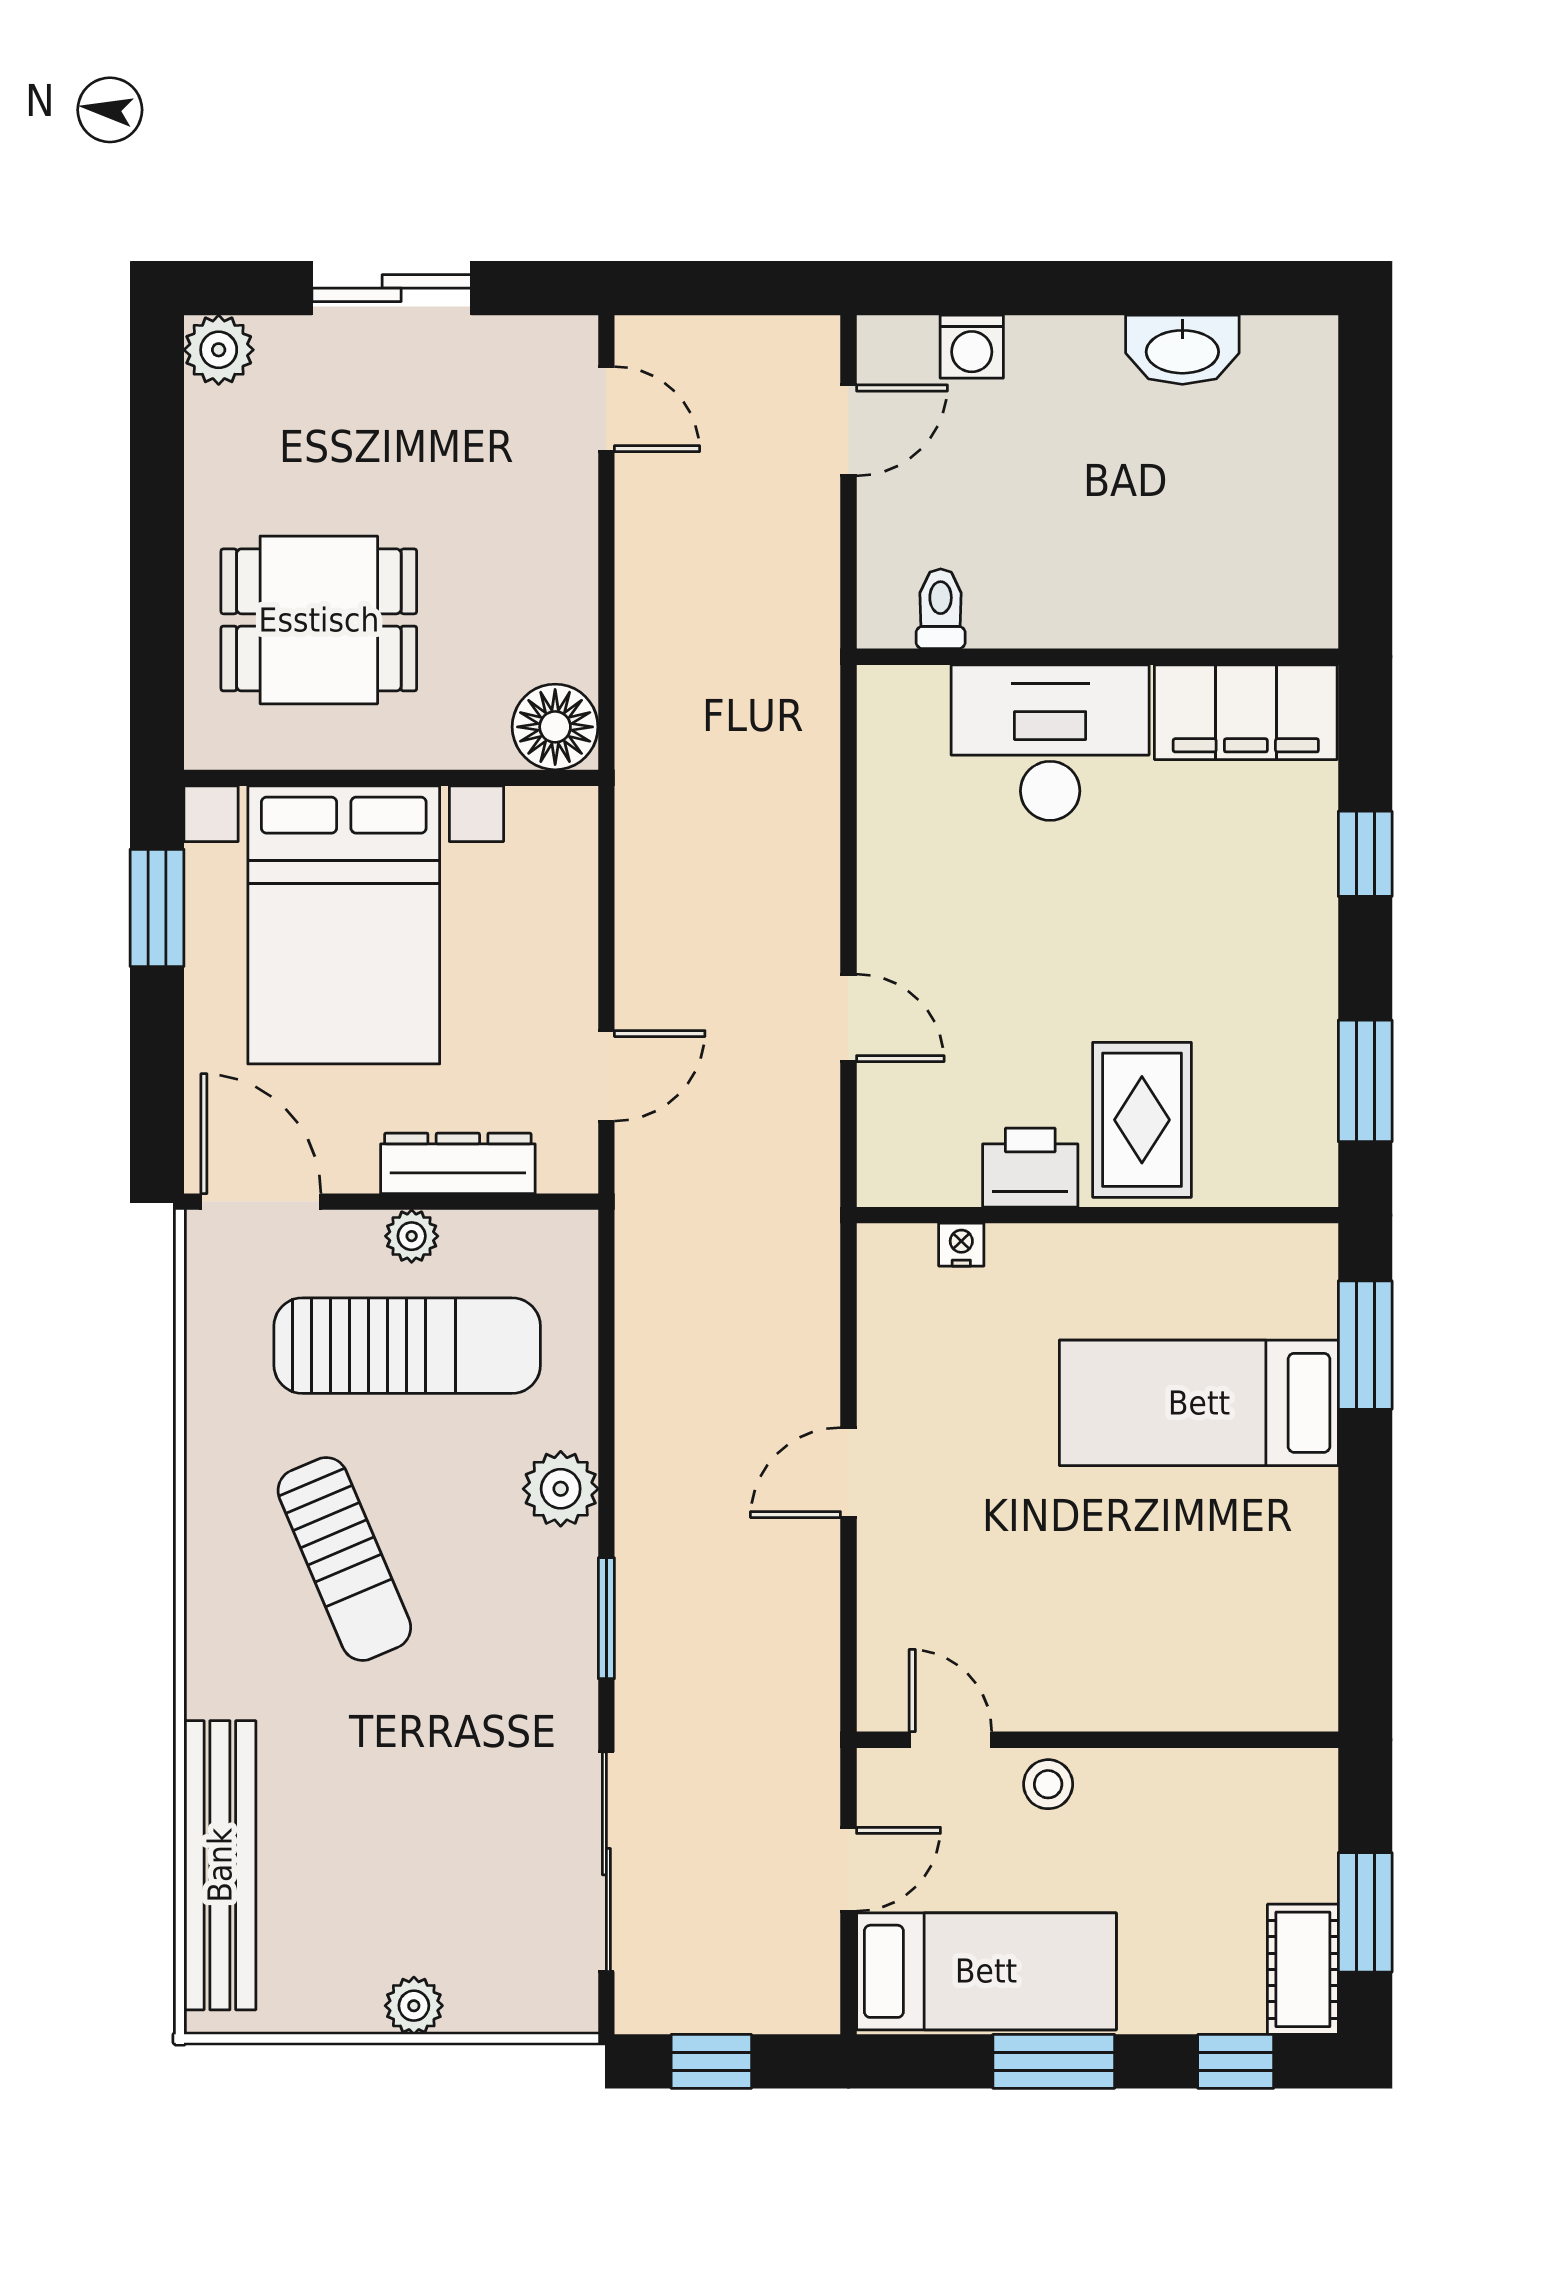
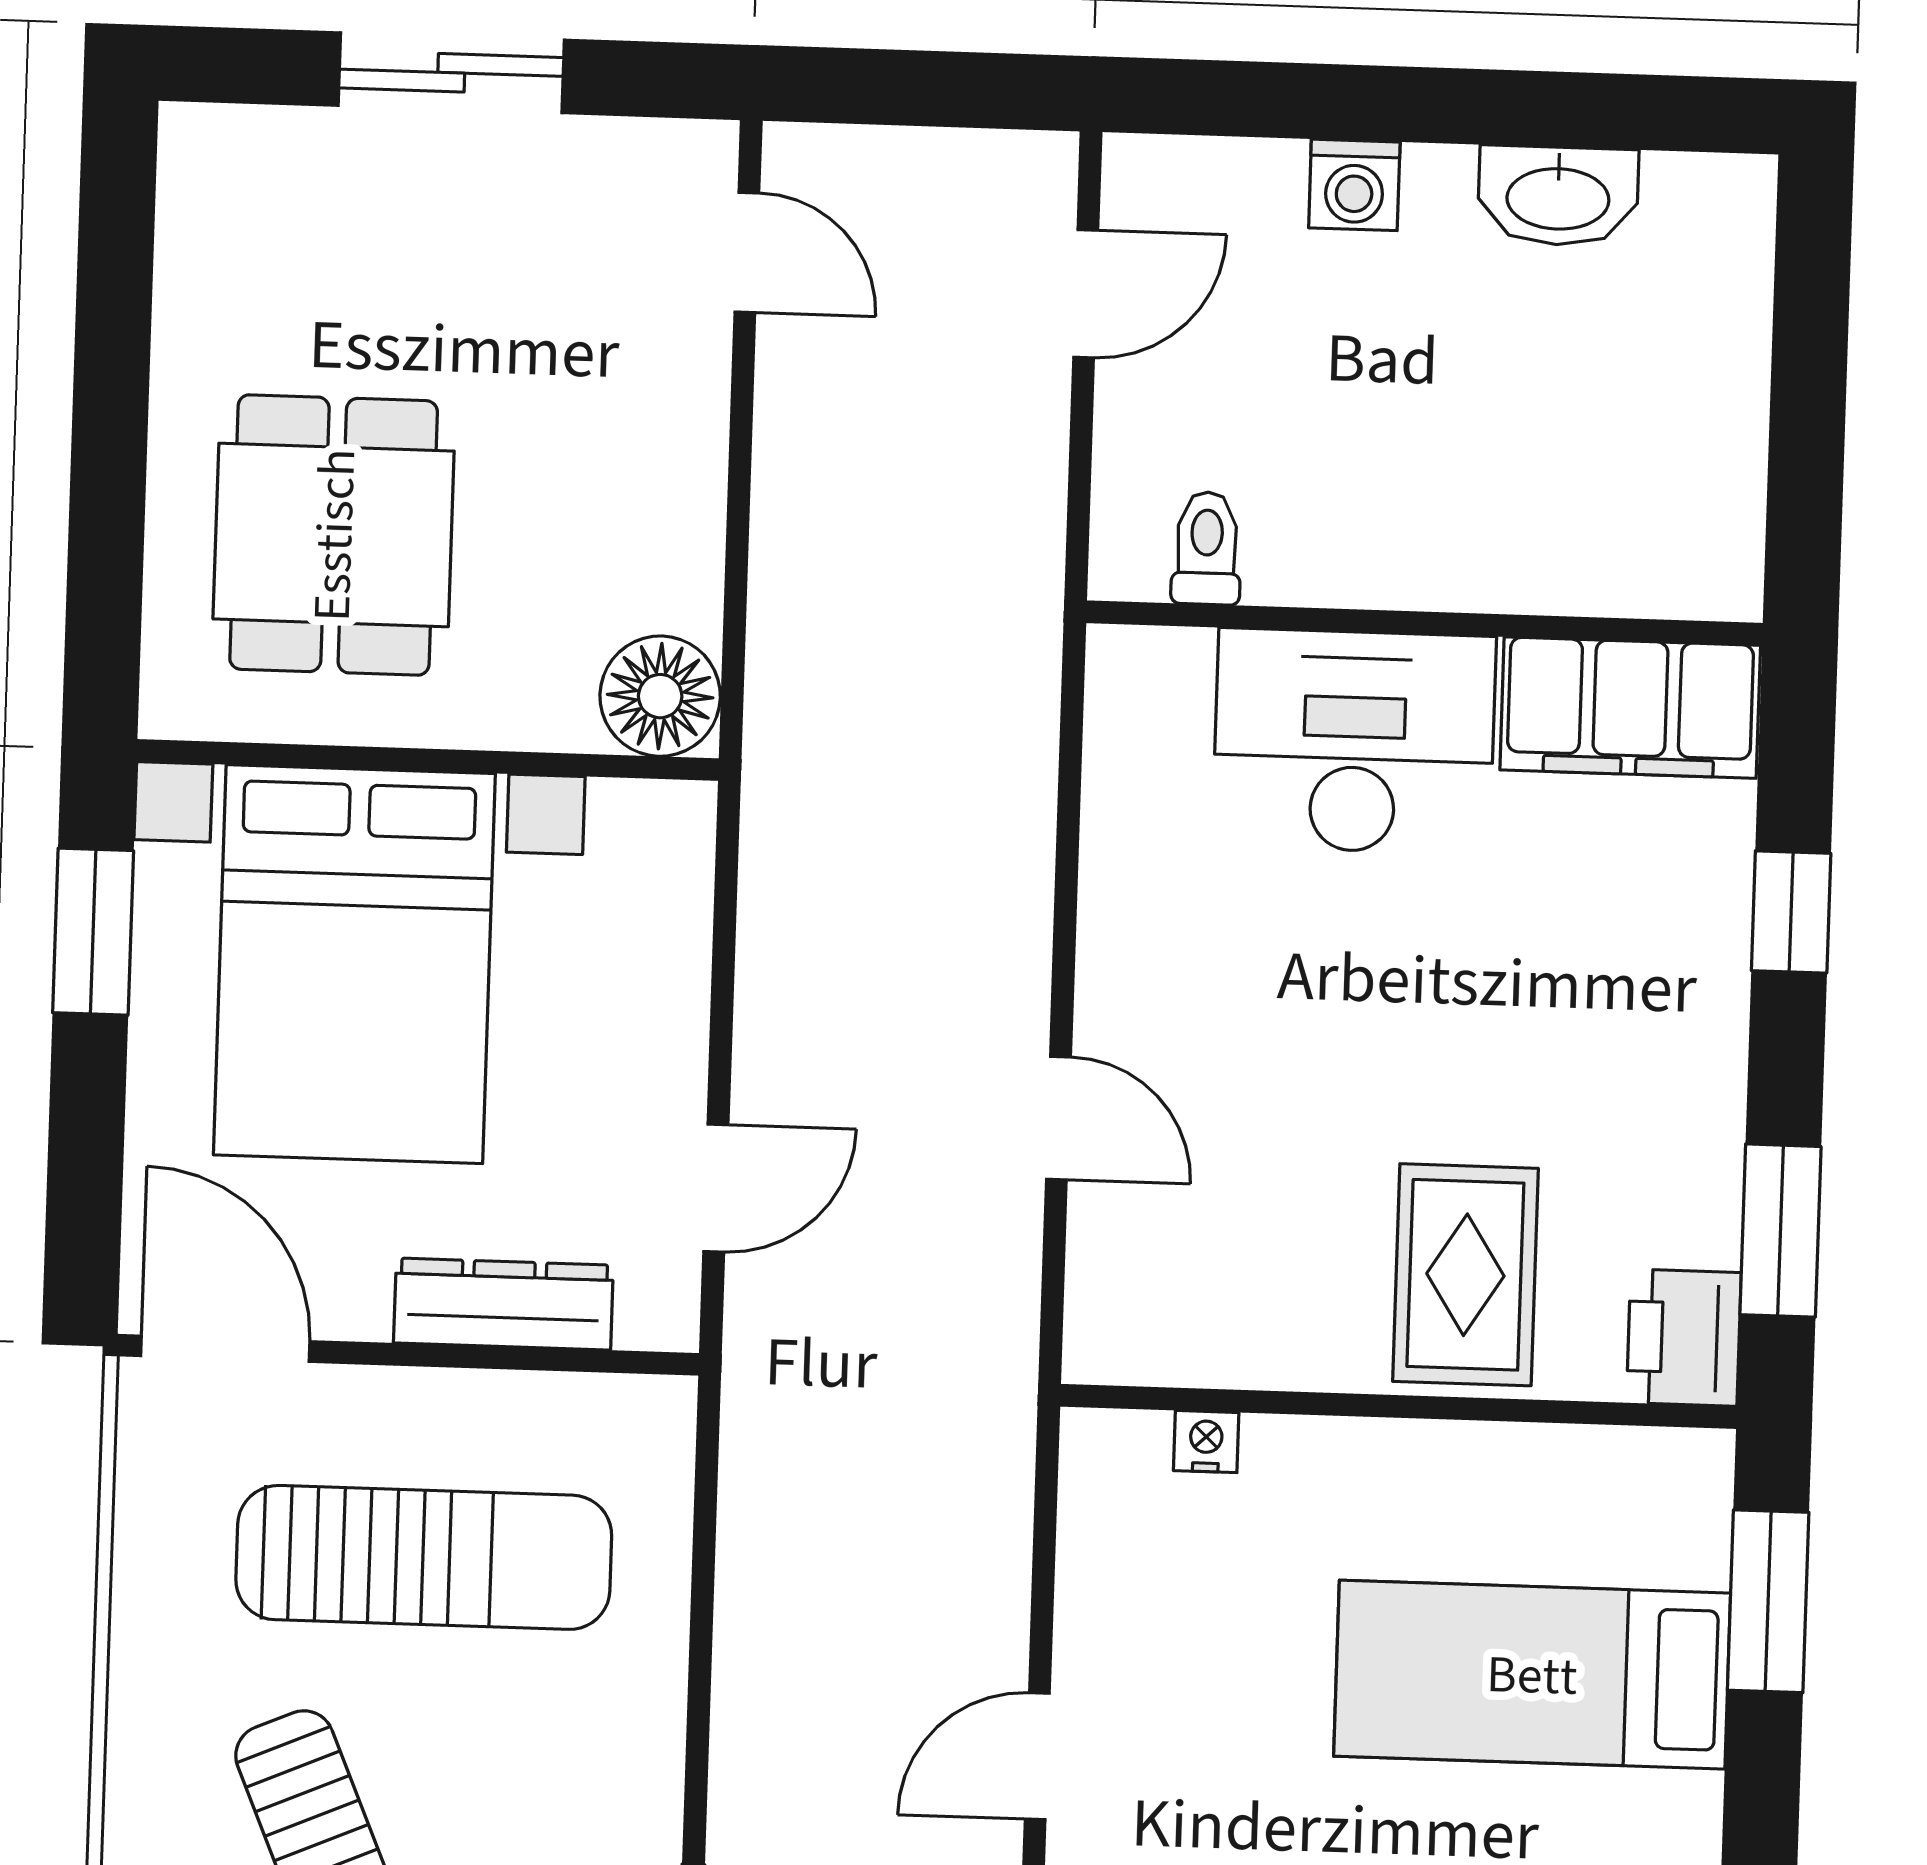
washing machine: (972, 347) -> (1354, 185), moved
plant: (219, 350) -> (206, 151), removed
dining table: (319, 620) -> (334, 535), turned 90
printer: (1030, 1168) -> (1684, 1338), moved, turned -90
plant: (412, 1236) -> (435, 1404), removed
plant: (561, 1489) -> (633, 1766), removed

